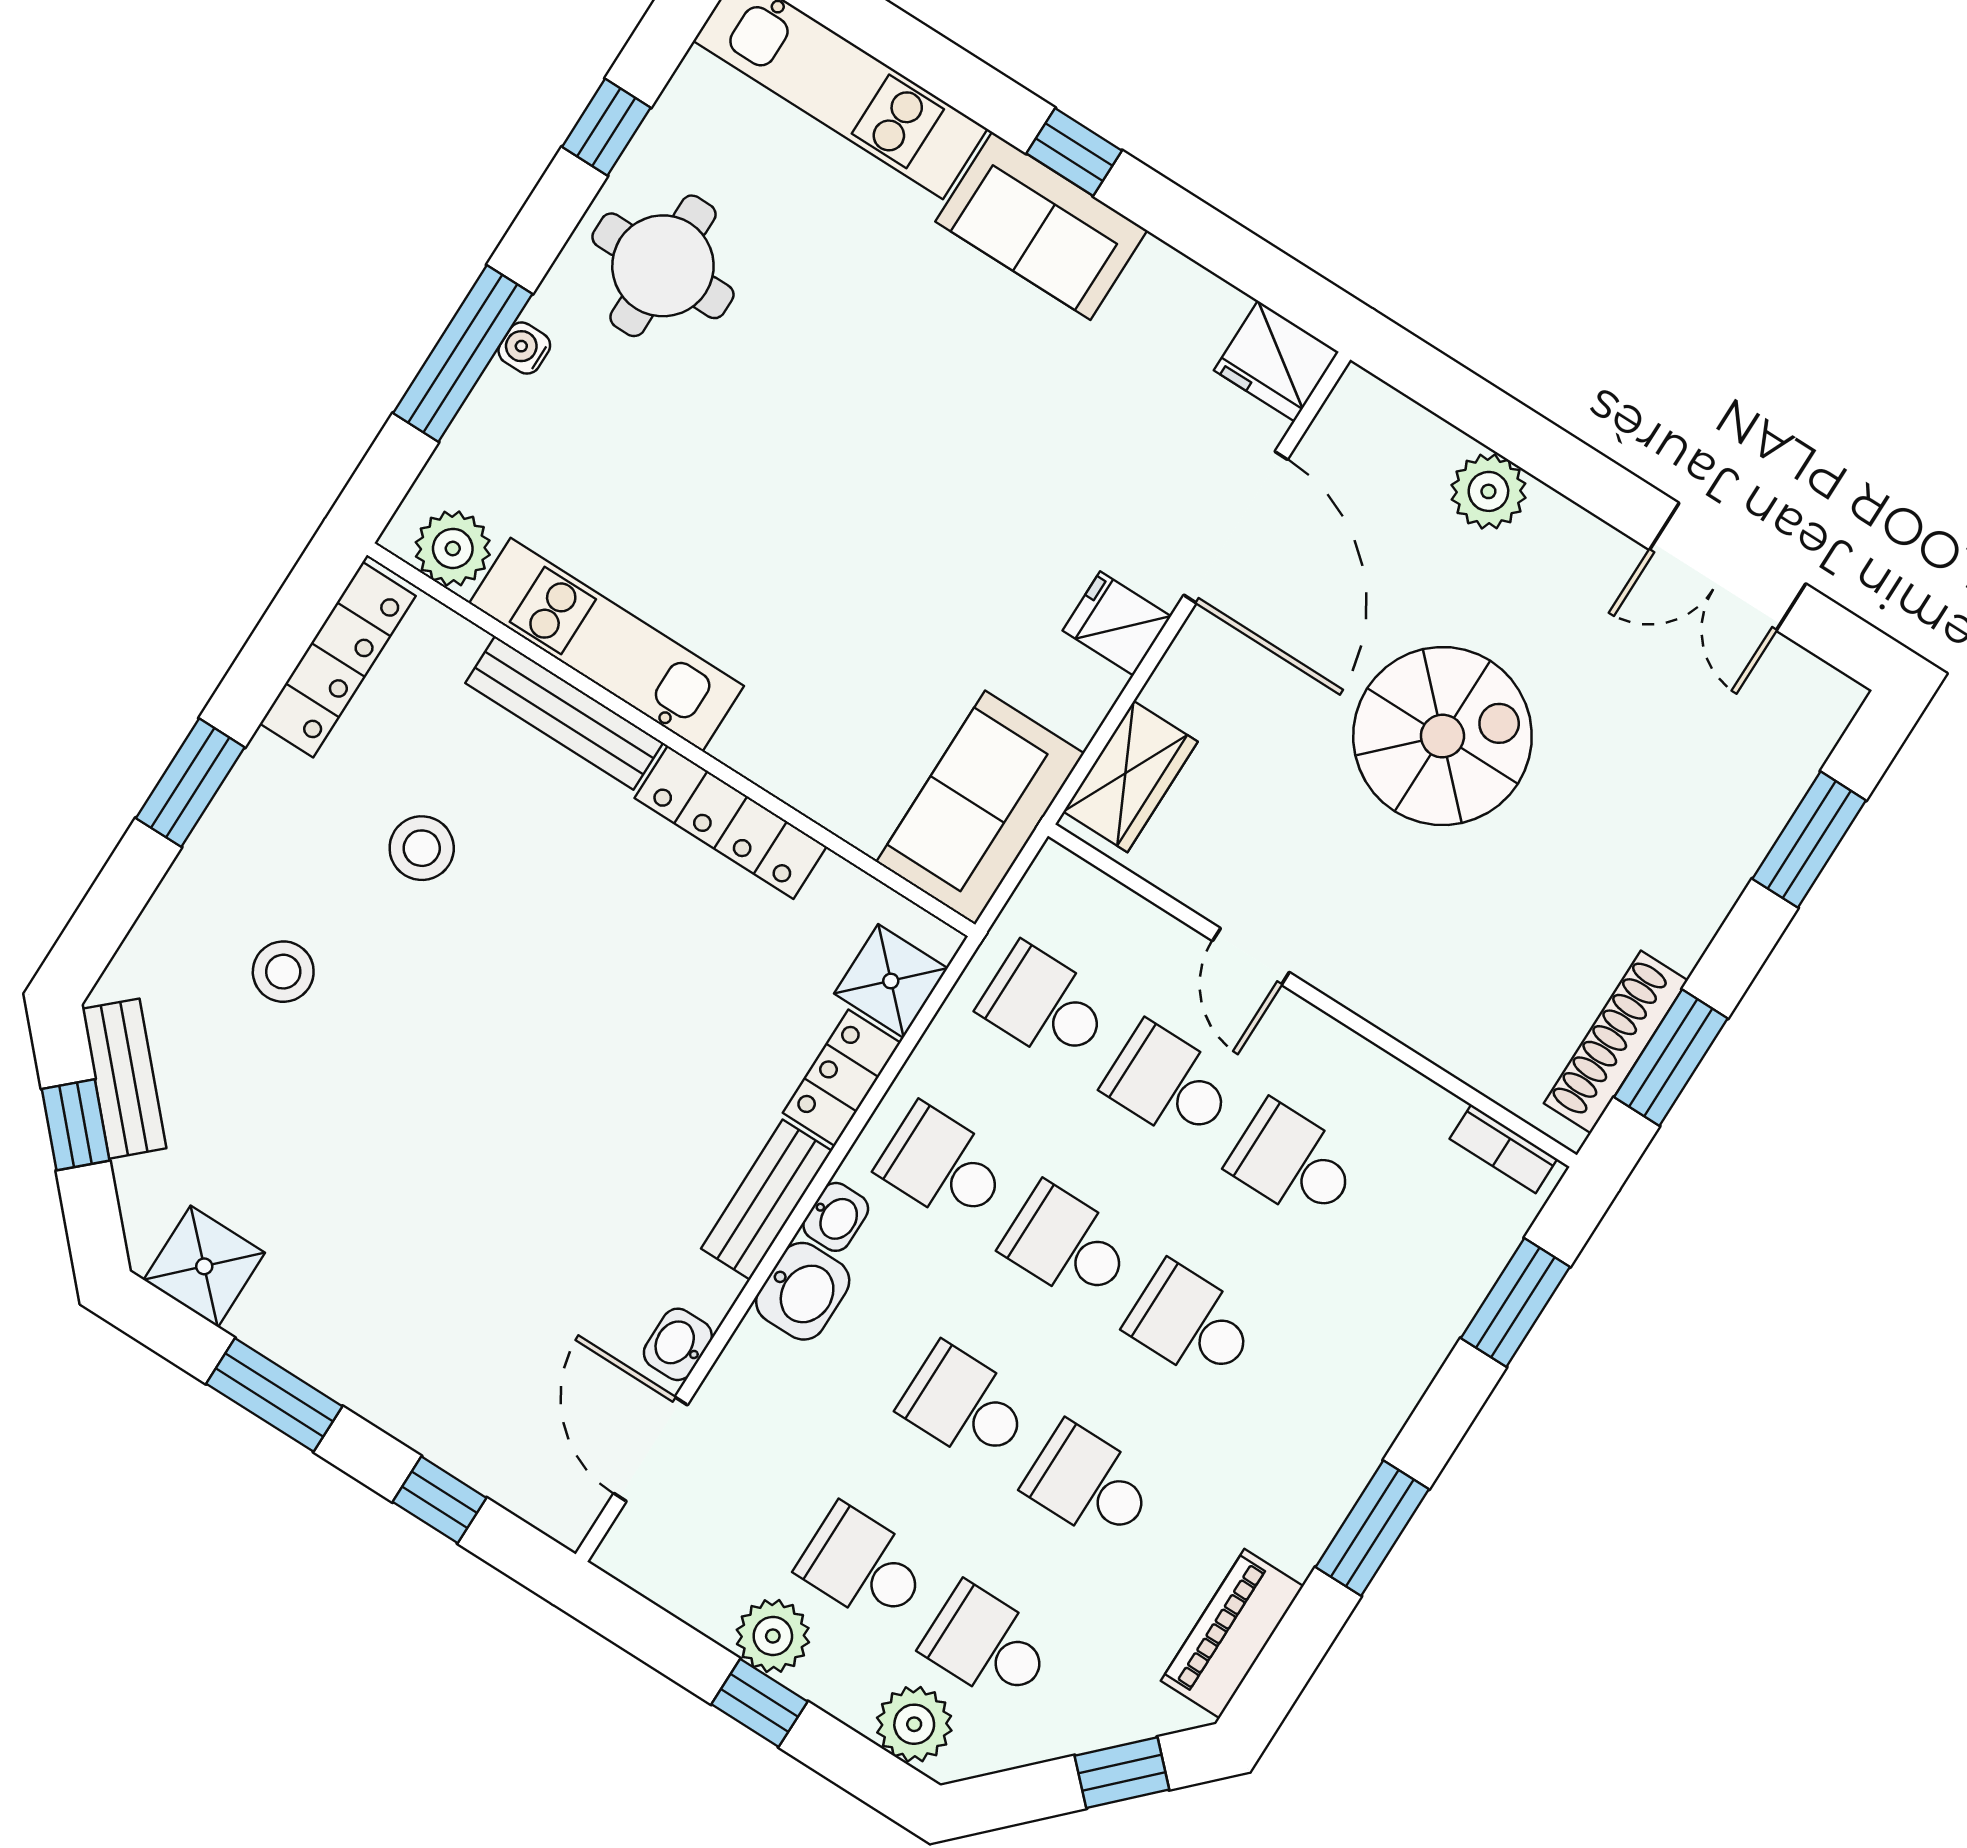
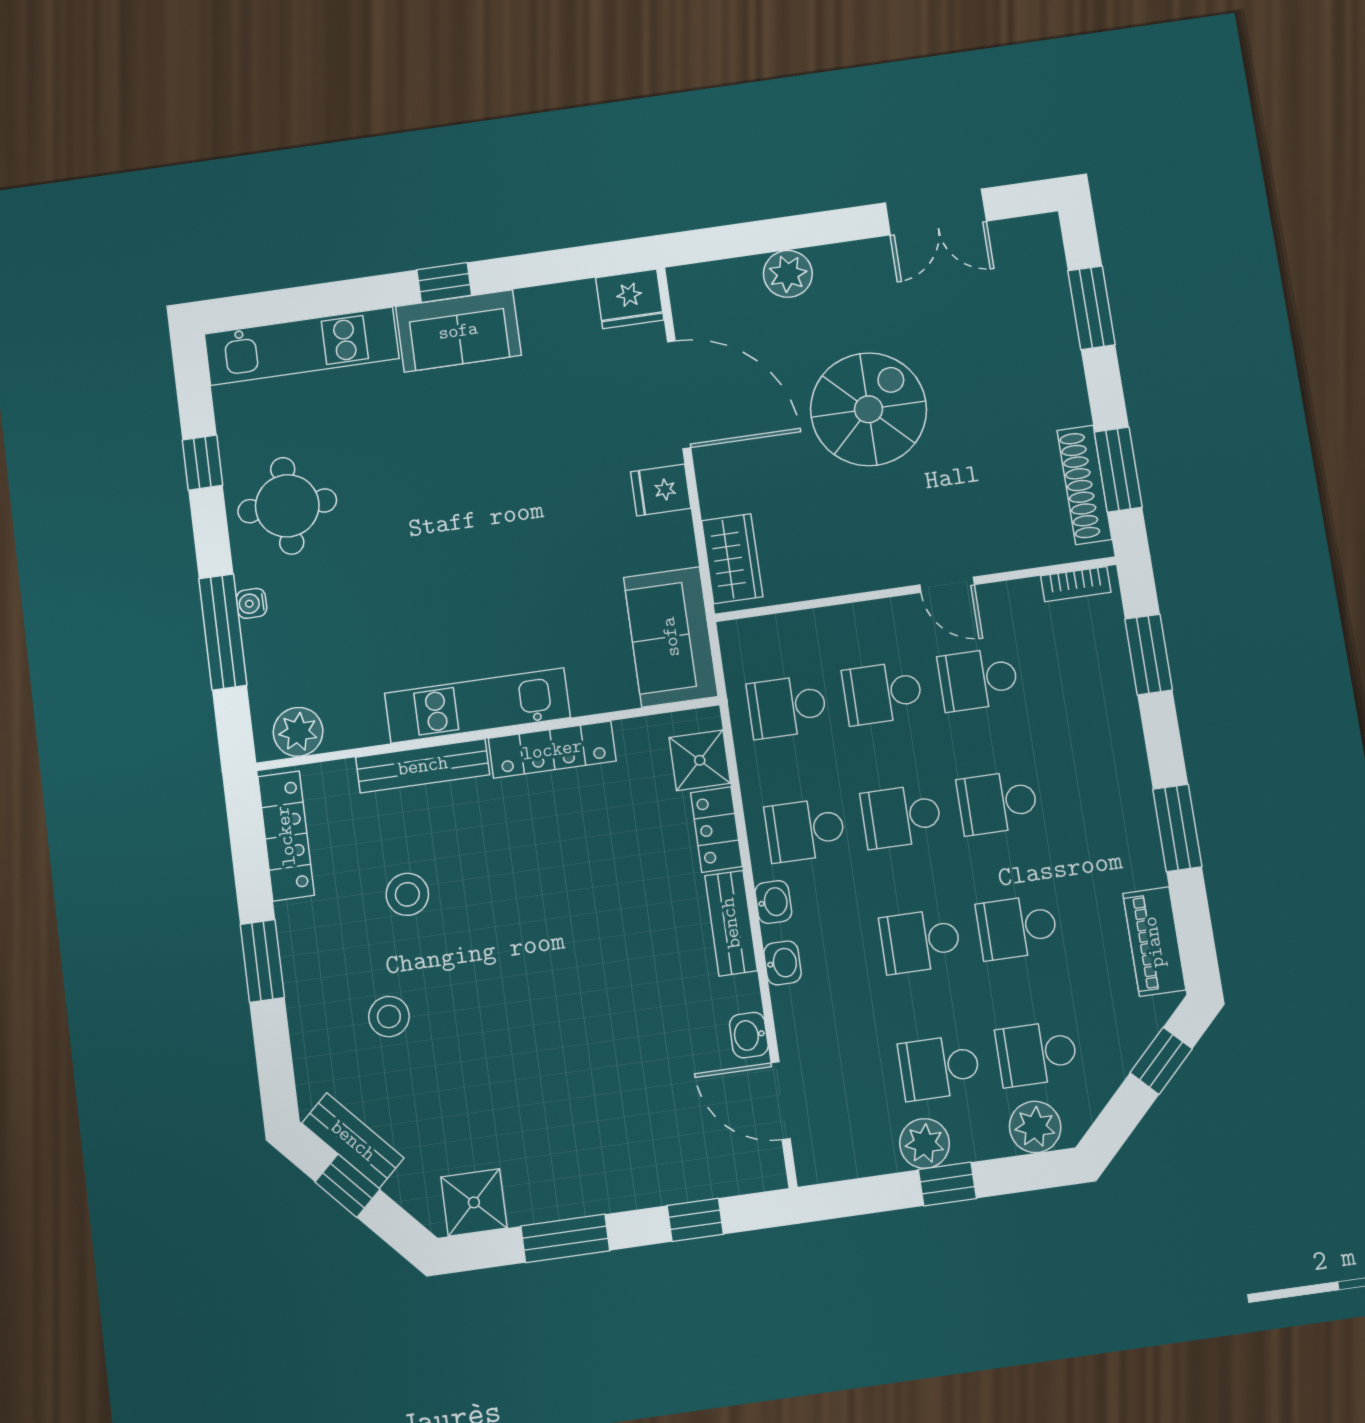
kitchen unit: (607, 645) -> (477, 705), moved
door: (1251, 956) -> (947, 585), moved
washbasin: (803, 1291) -> (782, 963), width x0.72, depth x0.69

